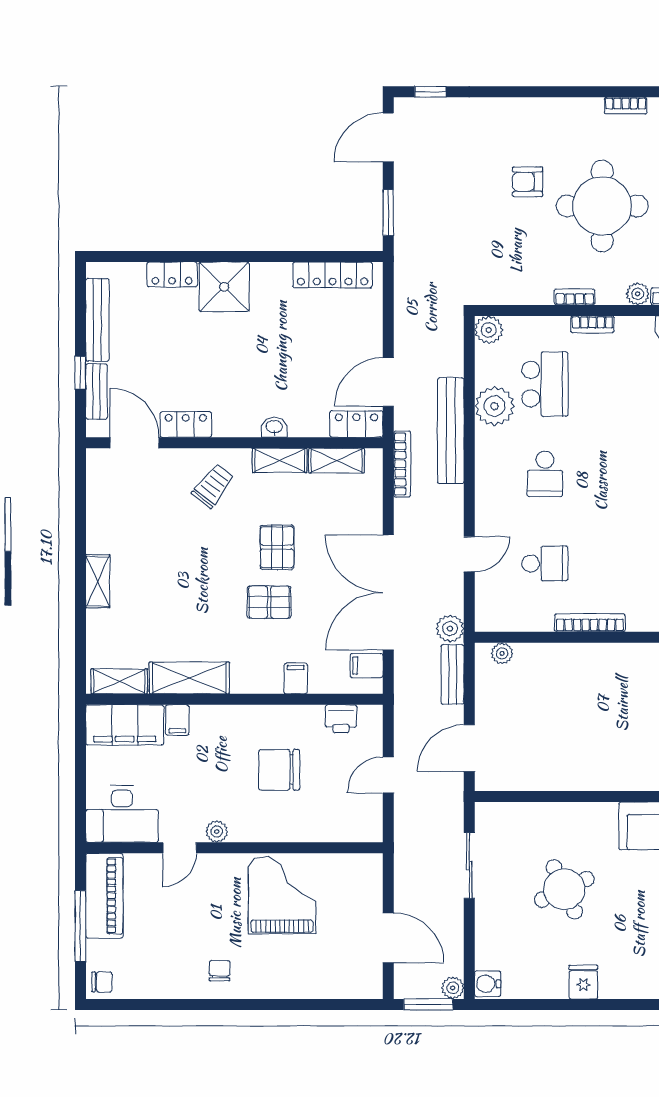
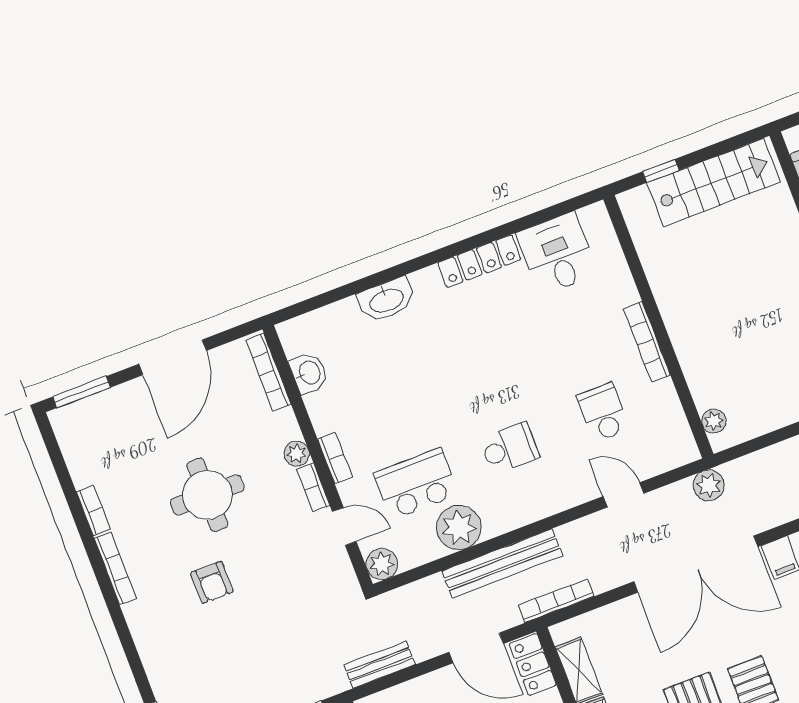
bookcase: (570, 105) -> (115, 568), added
round table: (602, 206) -> (207, 495), width x0.73, depth x0.73
plant: (638, 294) -> (297, 454), moved
door: (532, 310) -> (344, 527), added
bench: (452, 674) -> (380, 665), moved

